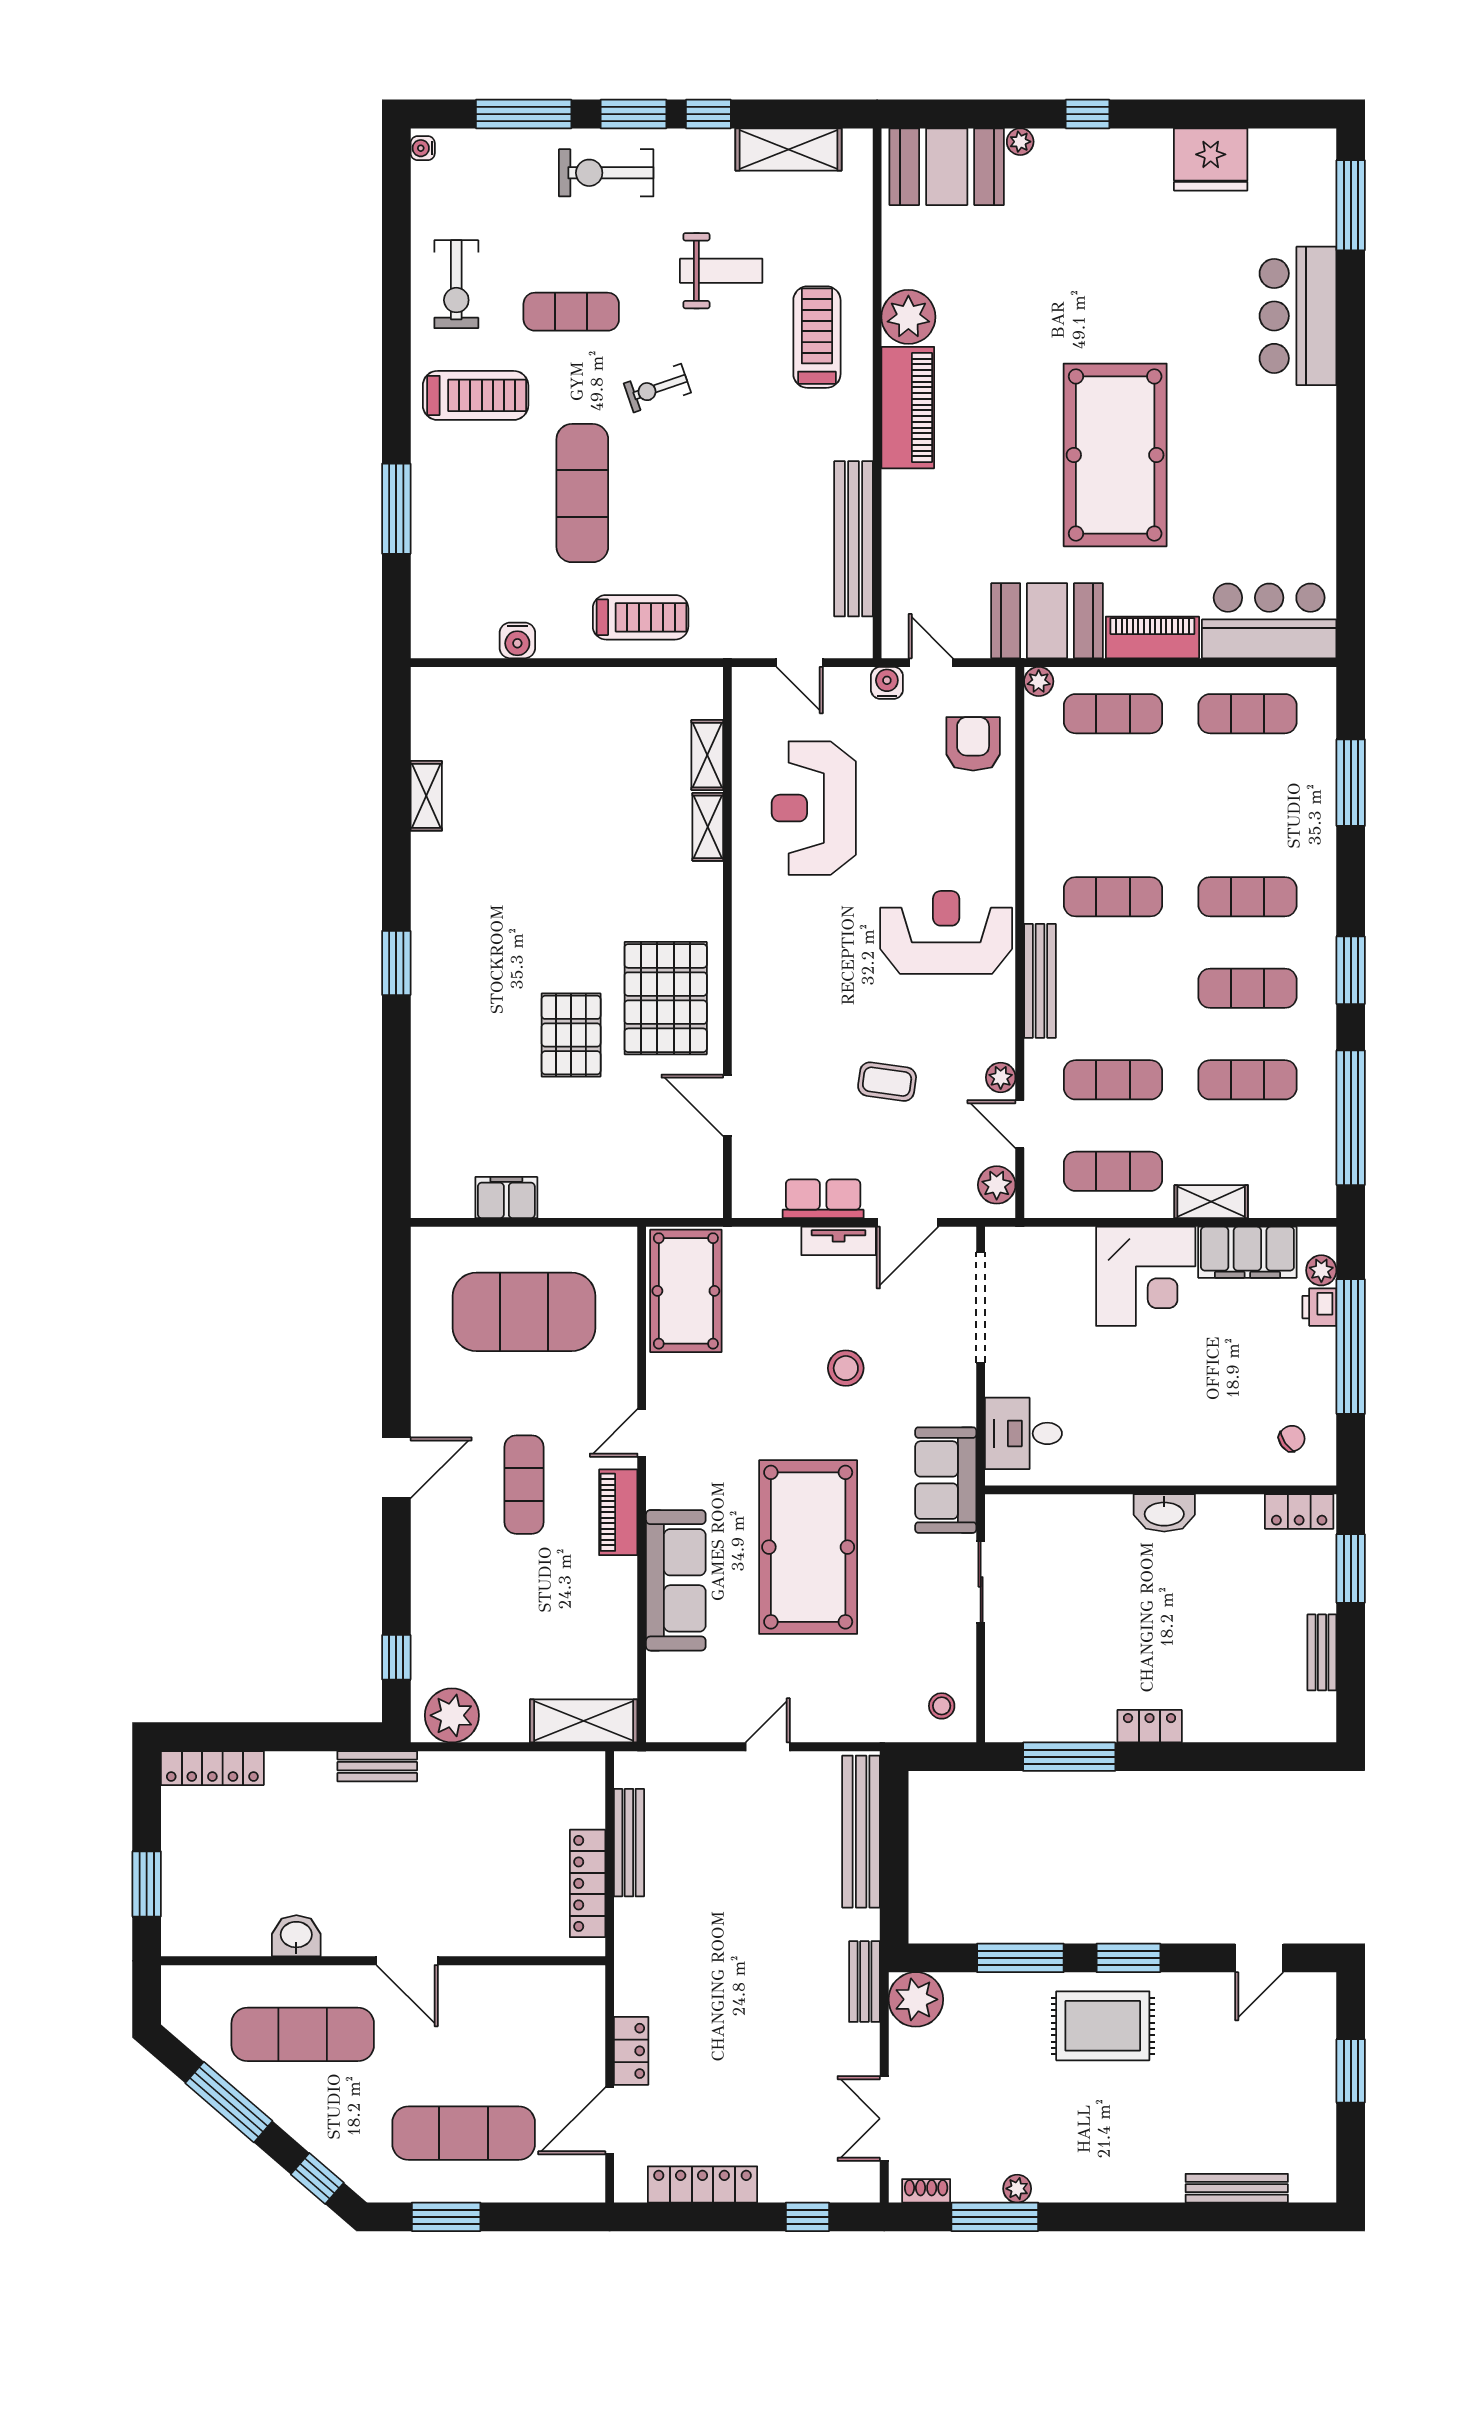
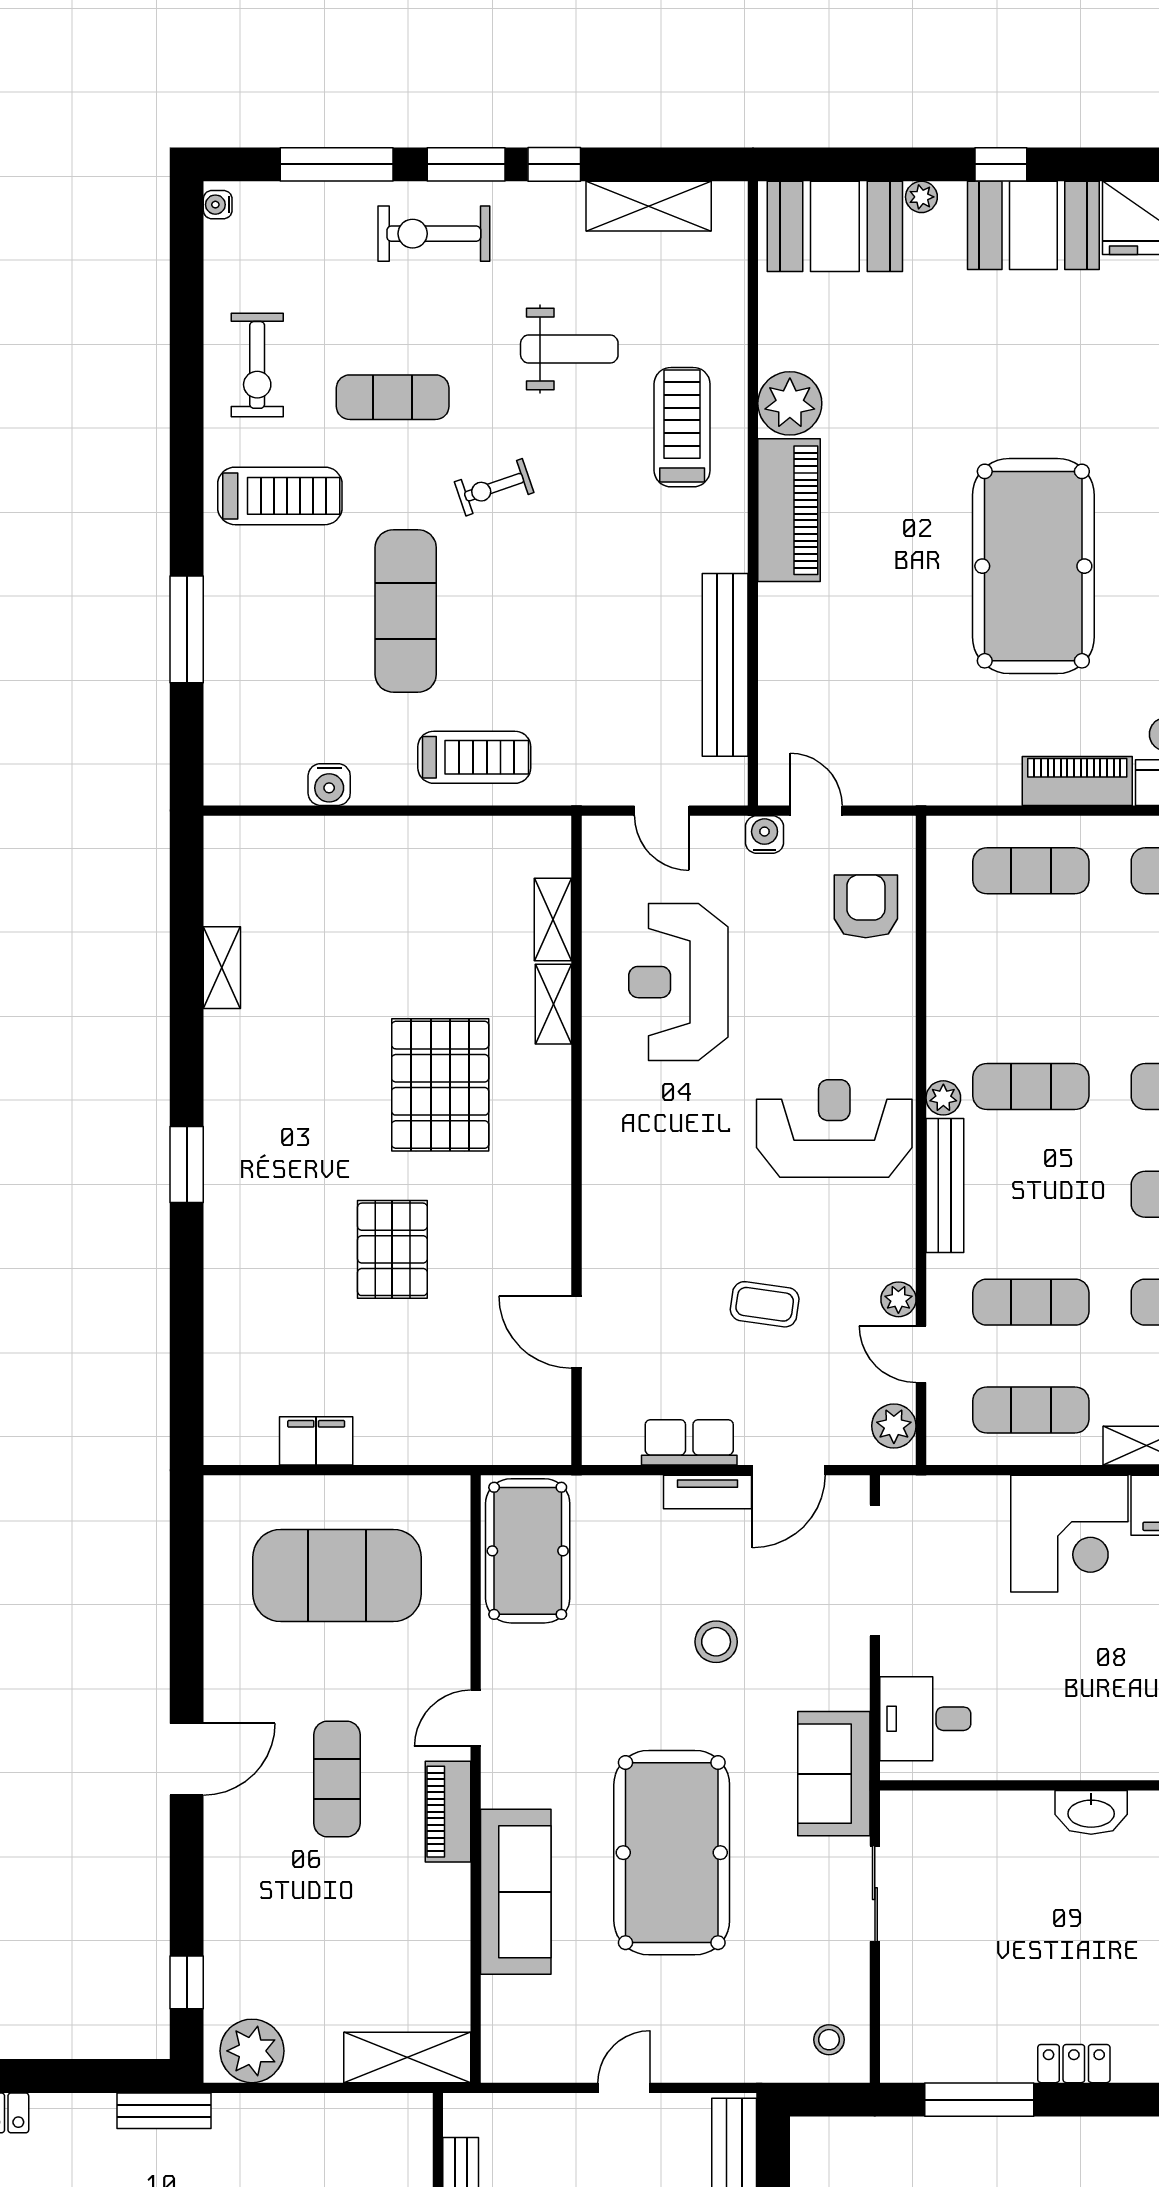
booth: (1047, 621) -> (1033, 225), moved
plant: (1039, 681) -> (943, 1098), moved
pallet: (666, 998) -> (440, 1085), moved

